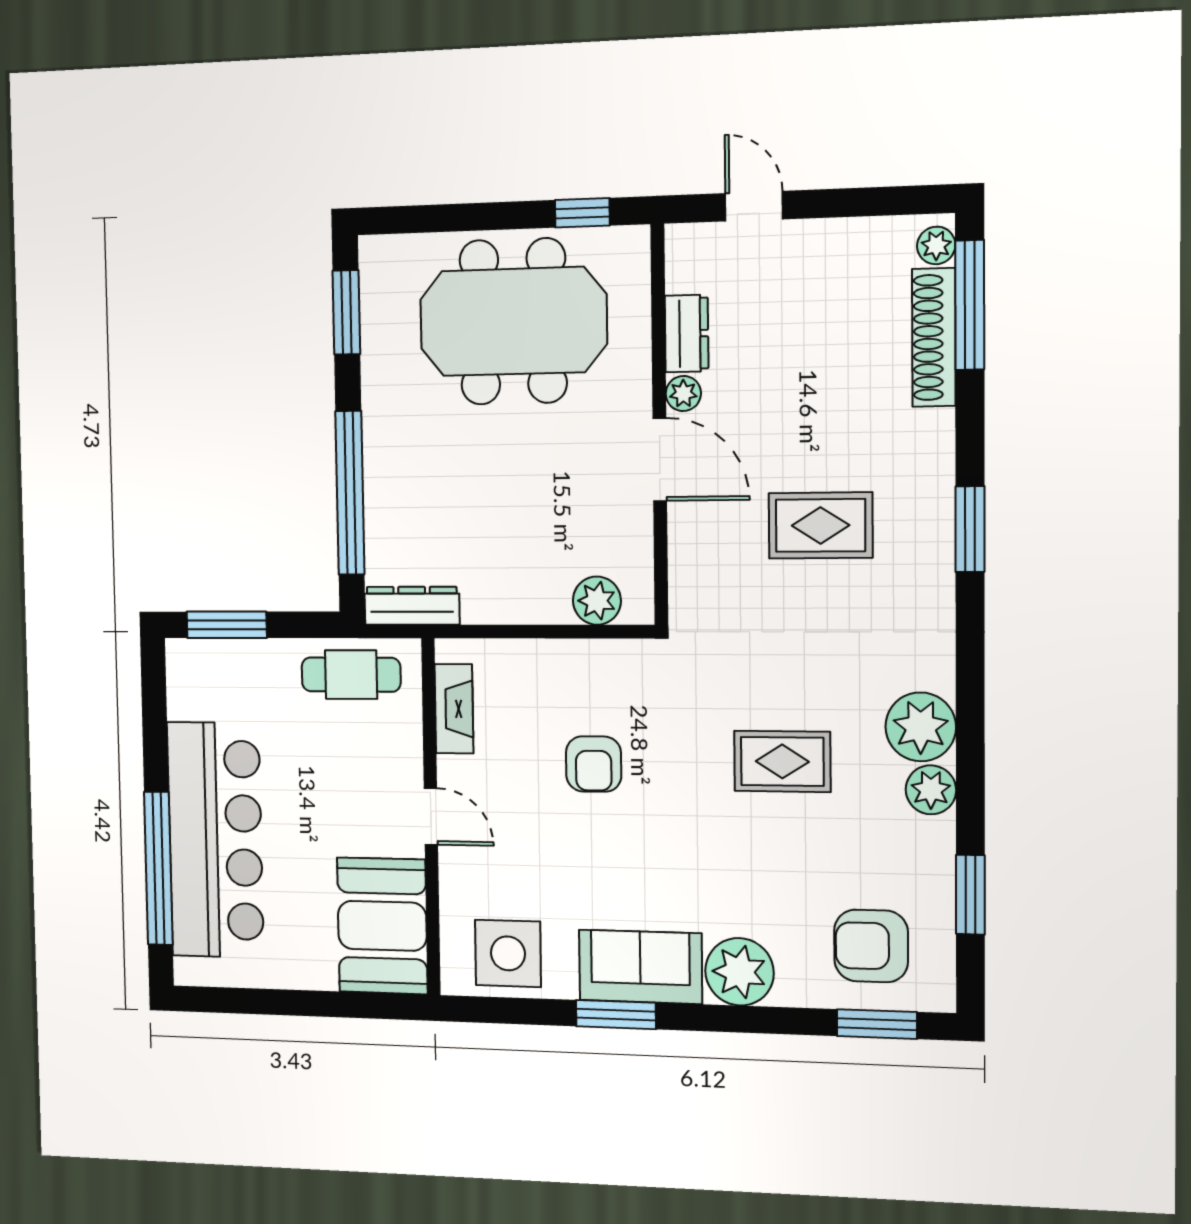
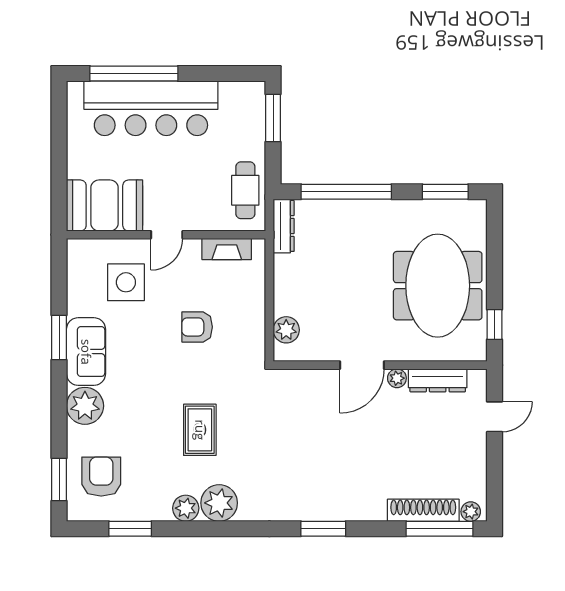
dresser: (687, 334) -> (438, 380), width x1.44
rug: (820, 525) -> (326, 451), removed
side table: (508, 953) -> (126, 282), moved

